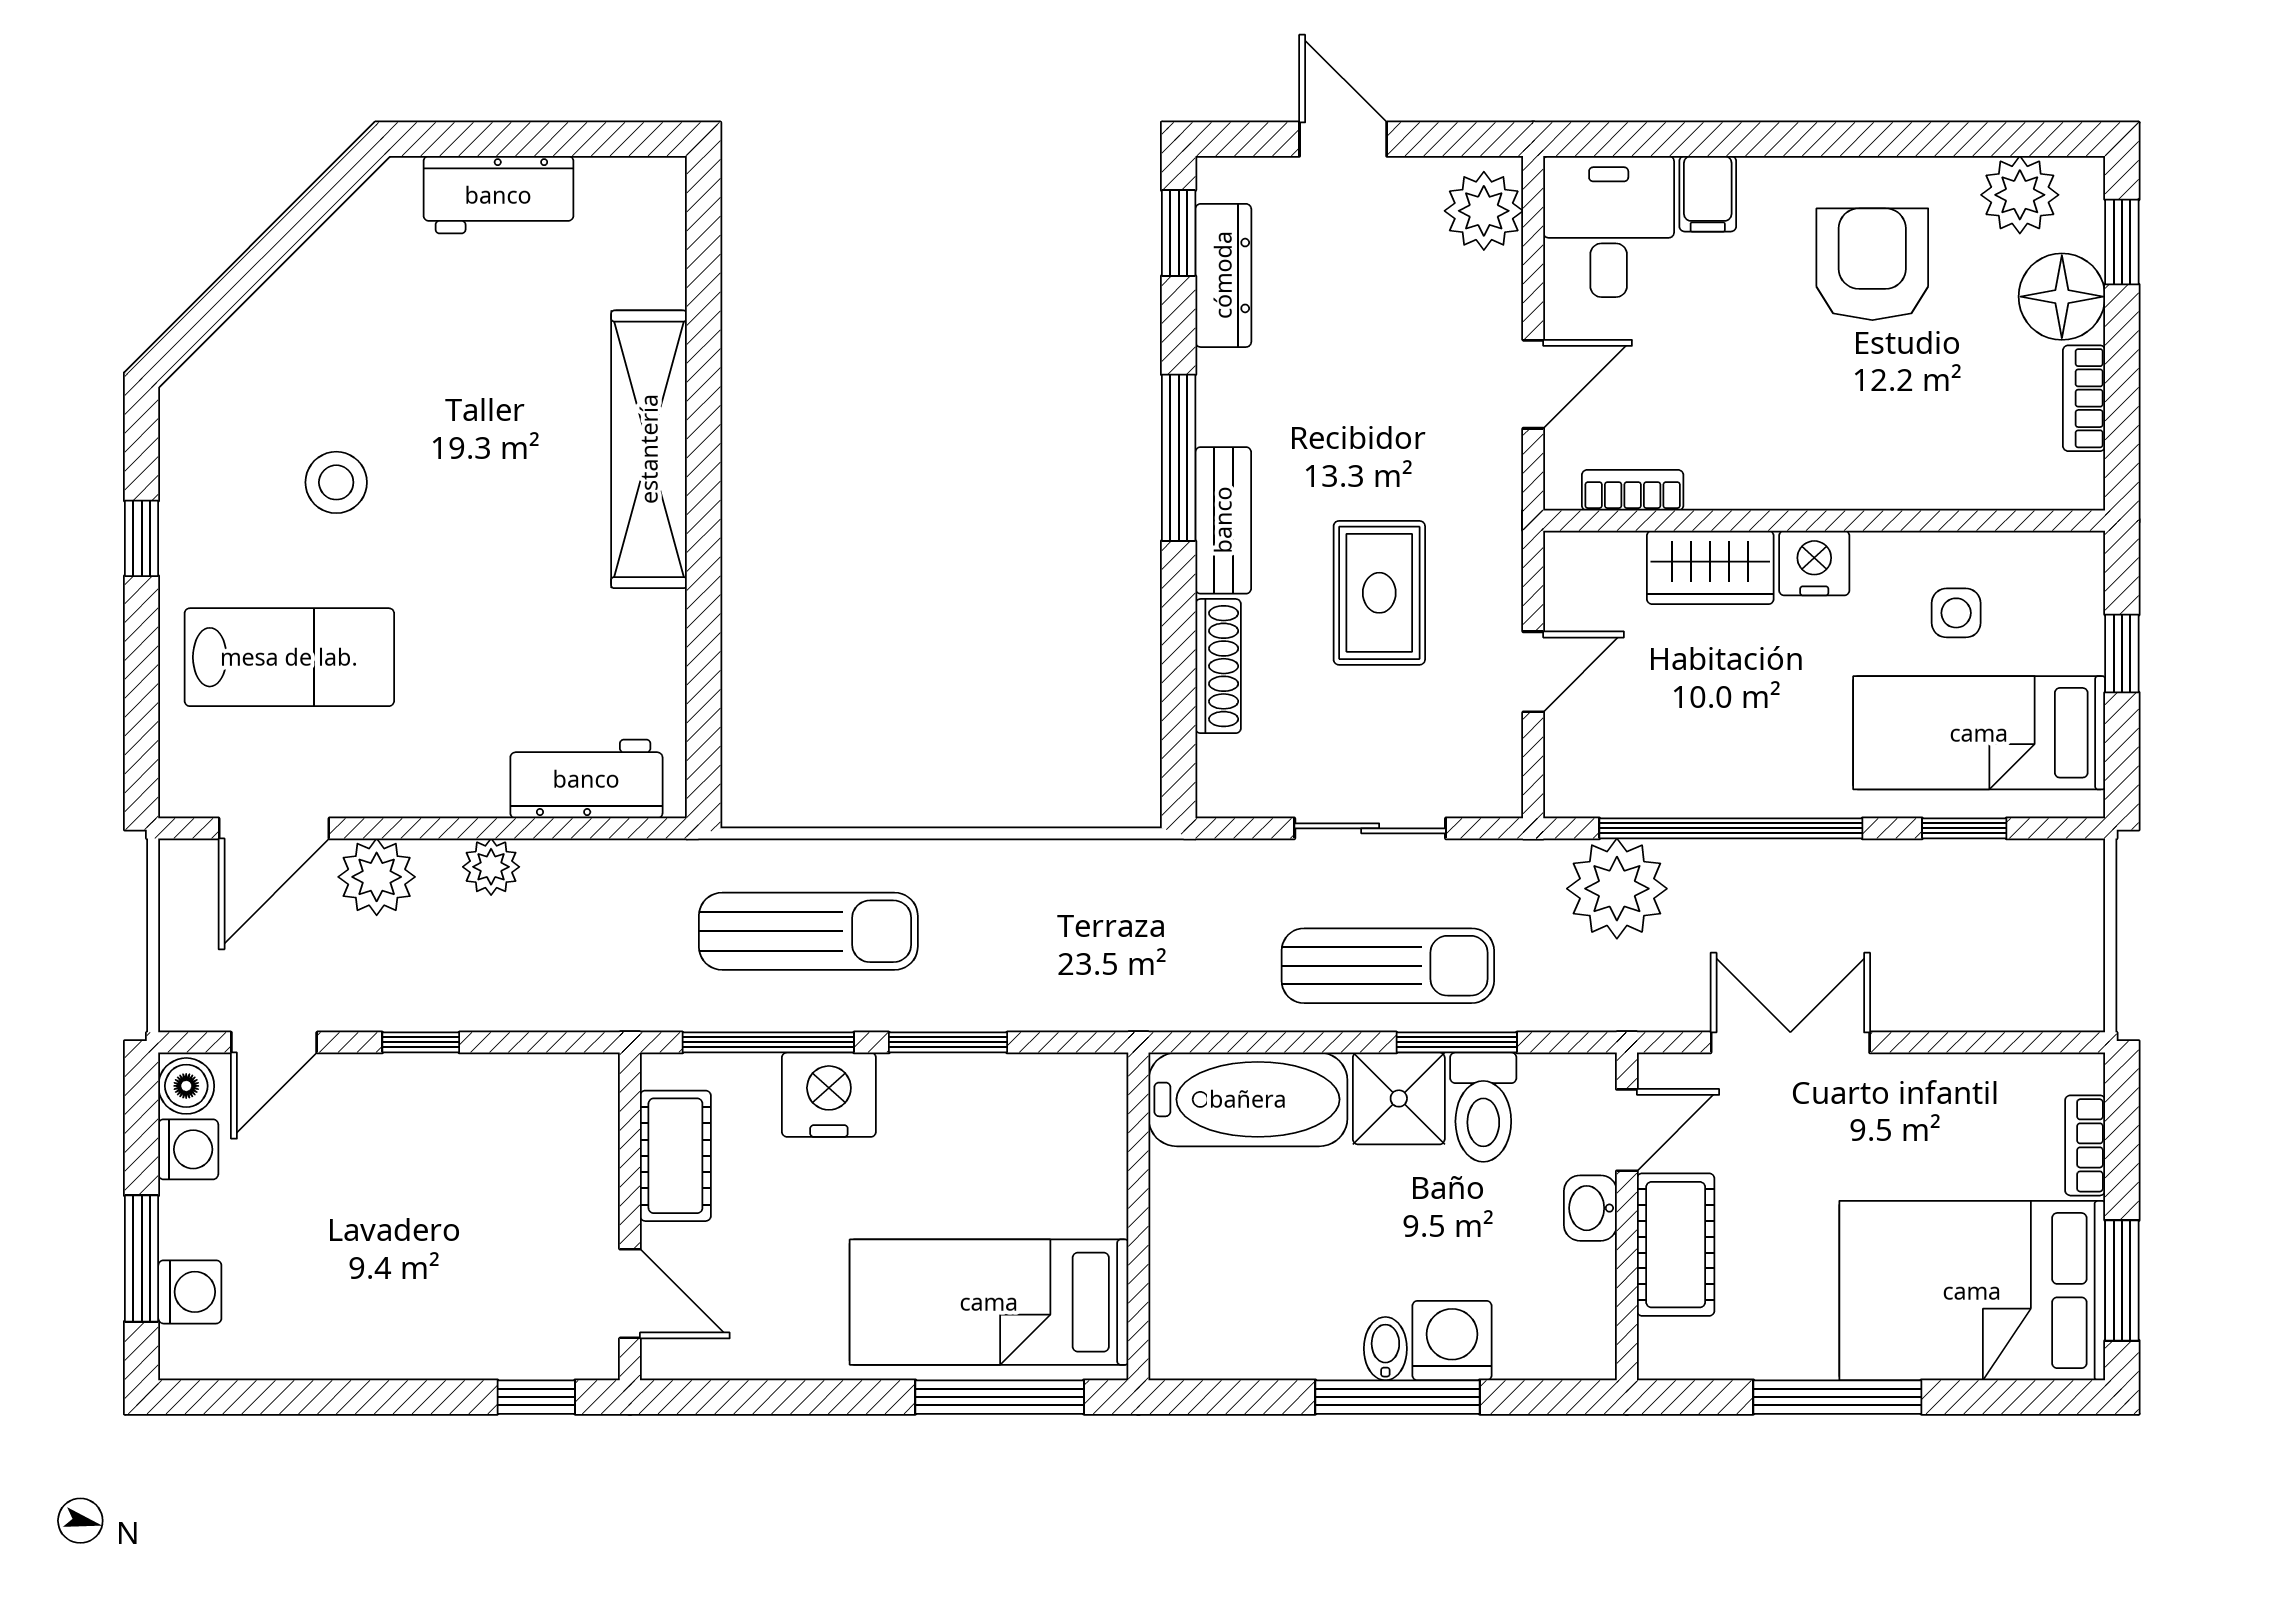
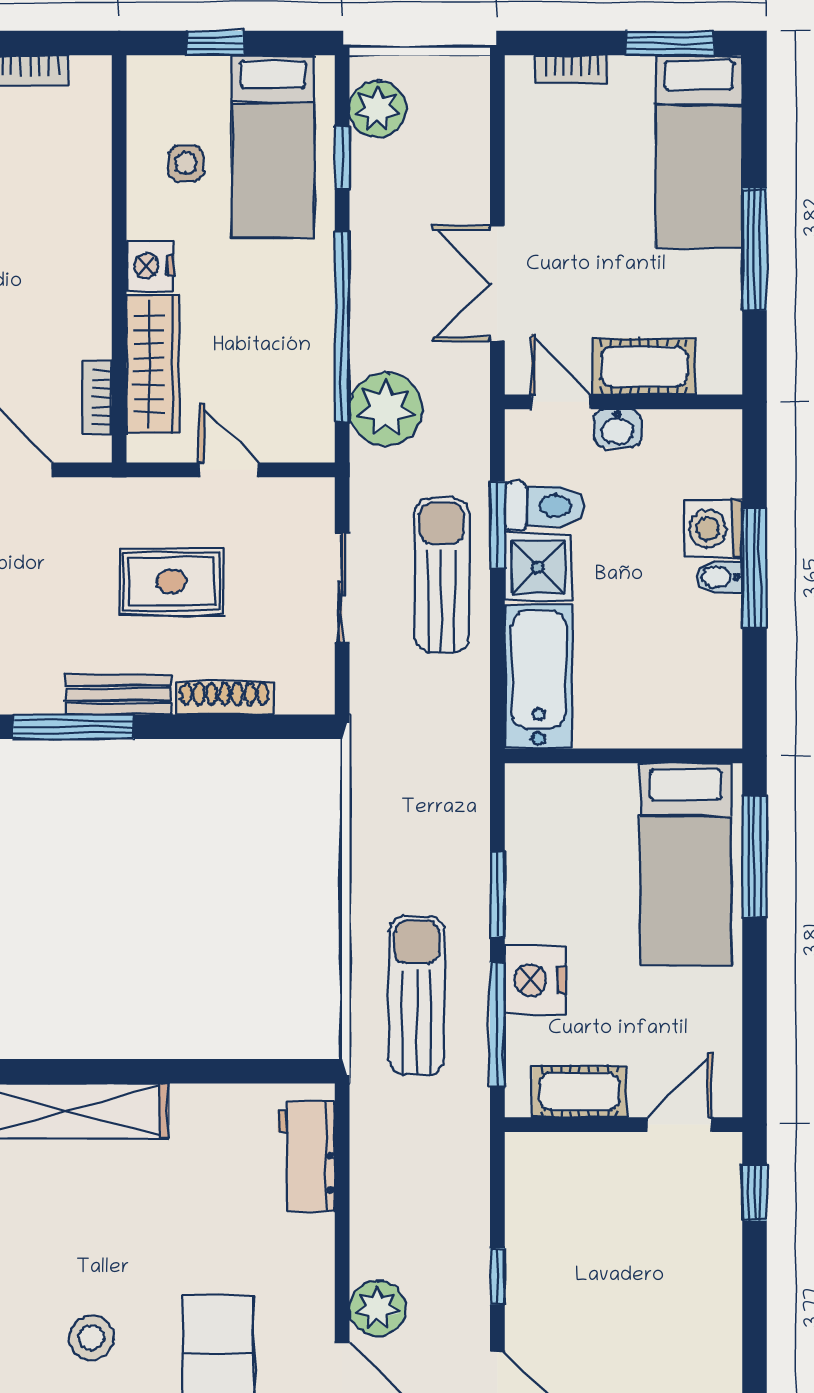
wardrobe: (1710, 567) -> (153, 364), width x1.50
plant: (491, 867) -> (378, 109), moved, width x1.38, depth x1.38
bed: (1972, 1291) -> (699, 151), width x0.67

